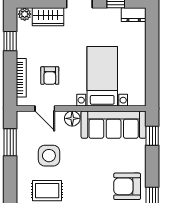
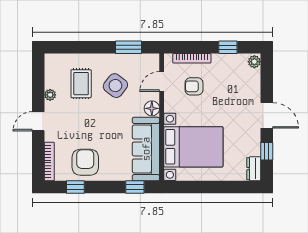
wardrobe: (48, 17) -> (252, 85), removed
bed with nightstands: (102, 76) -> (193, 147), width x1.36
side table: (49, 156) -> (115, 86), turned 37

